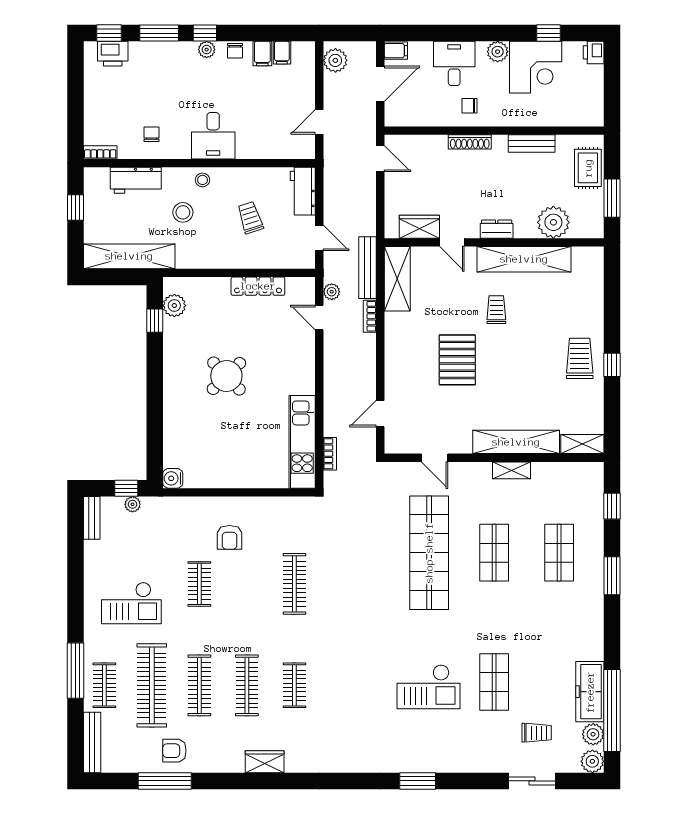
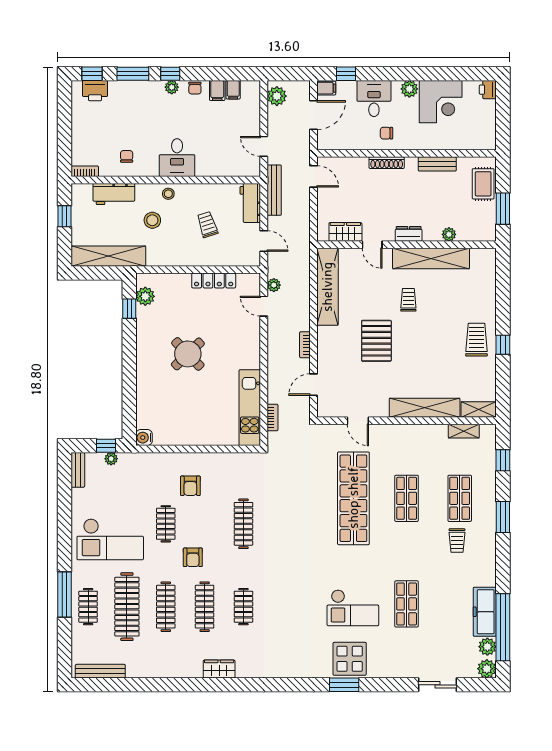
window: (548, 33) -> (346, 74), moved
door: (319, 122) -> (264, 146), hinge flipped
plant: (553, 222) -> (449, 234), width x0.53, depth x0.53
bench: (368, 268) -> (274, 190), moved
shelving: (397, 279) -> (327, 287), width x1.47
bookcase: (370, 316) -> (305, 345), moved
shelving: (512, 470) -> (464, 431), moved
checkout: (131, 603) -> (110, 539), width x1.36, depth x1.21
trolley: (537, 733) -> (457, 540), moved, turned 90
bench: (92, 742) -> (100, 671), moved, turned 90
display table: (424, 749) -> (350, 659), added
armchair: (174, 751) -> (193, 557), moved, turned -90
window: (165, 781) -> (137, 685), removed

